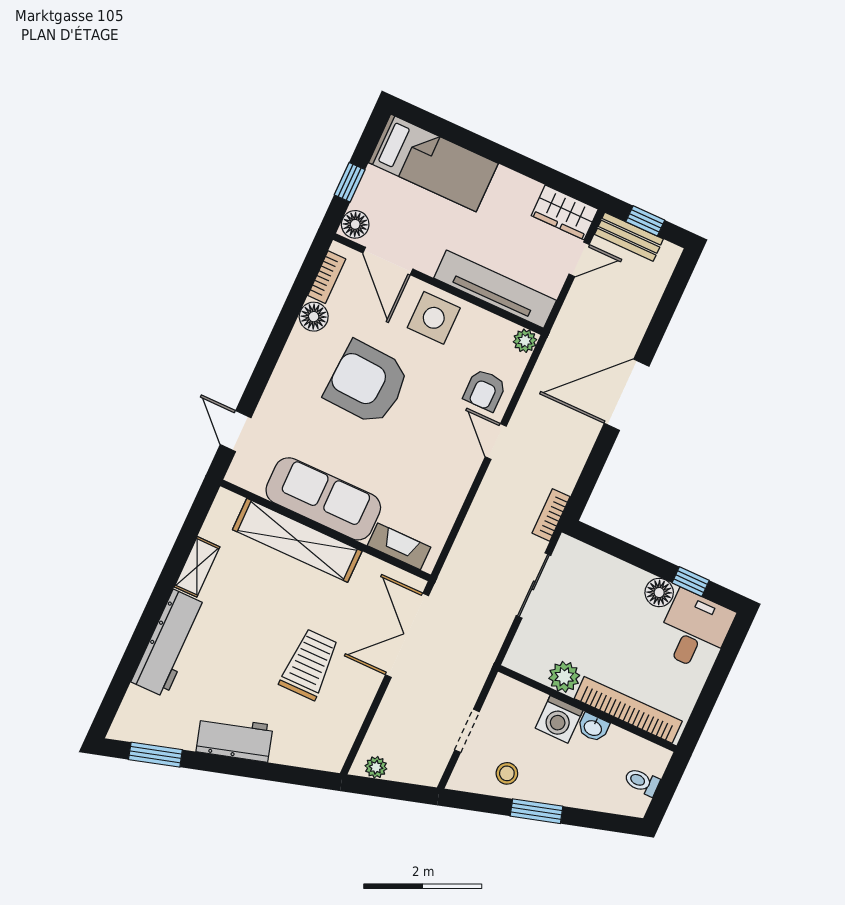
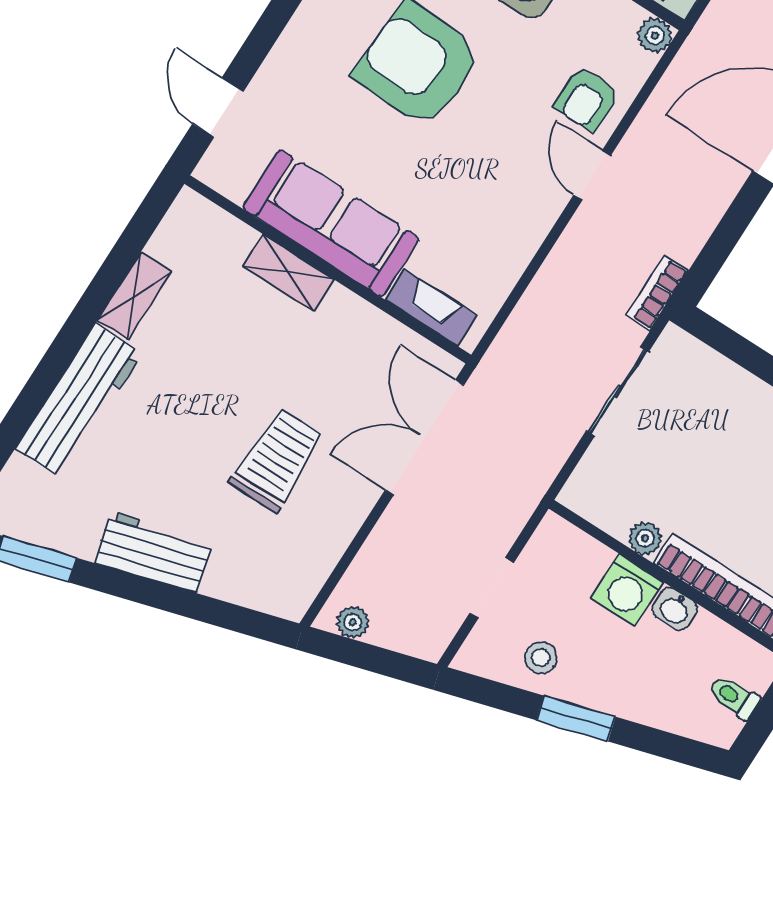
shelving: (297, 540) -> (288, 273), width x0.45, depth x0.75
plant: (564, 677) -> (645, 538), width x0.73, depth x0.73

